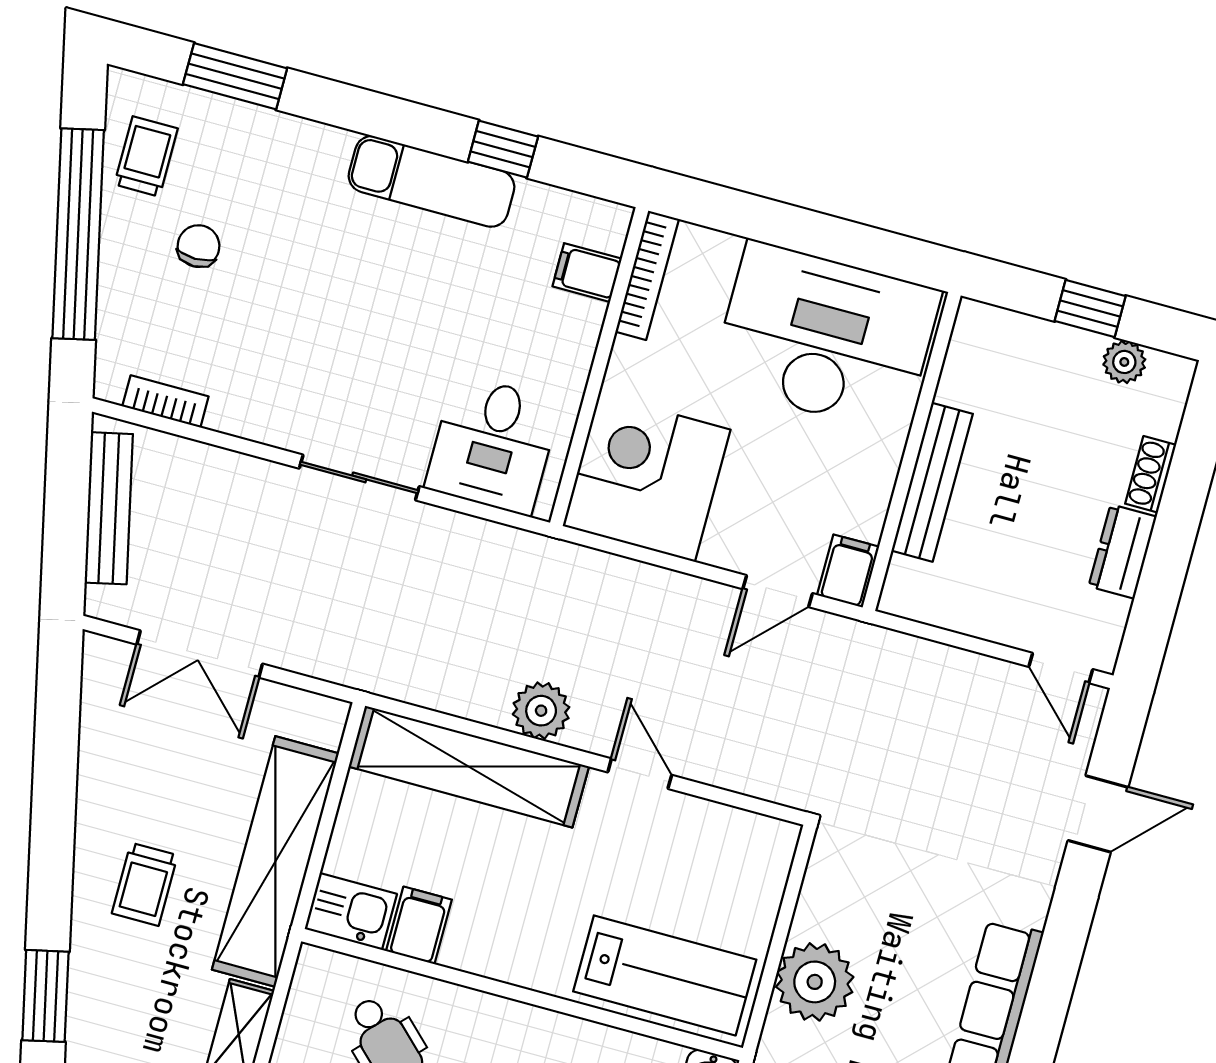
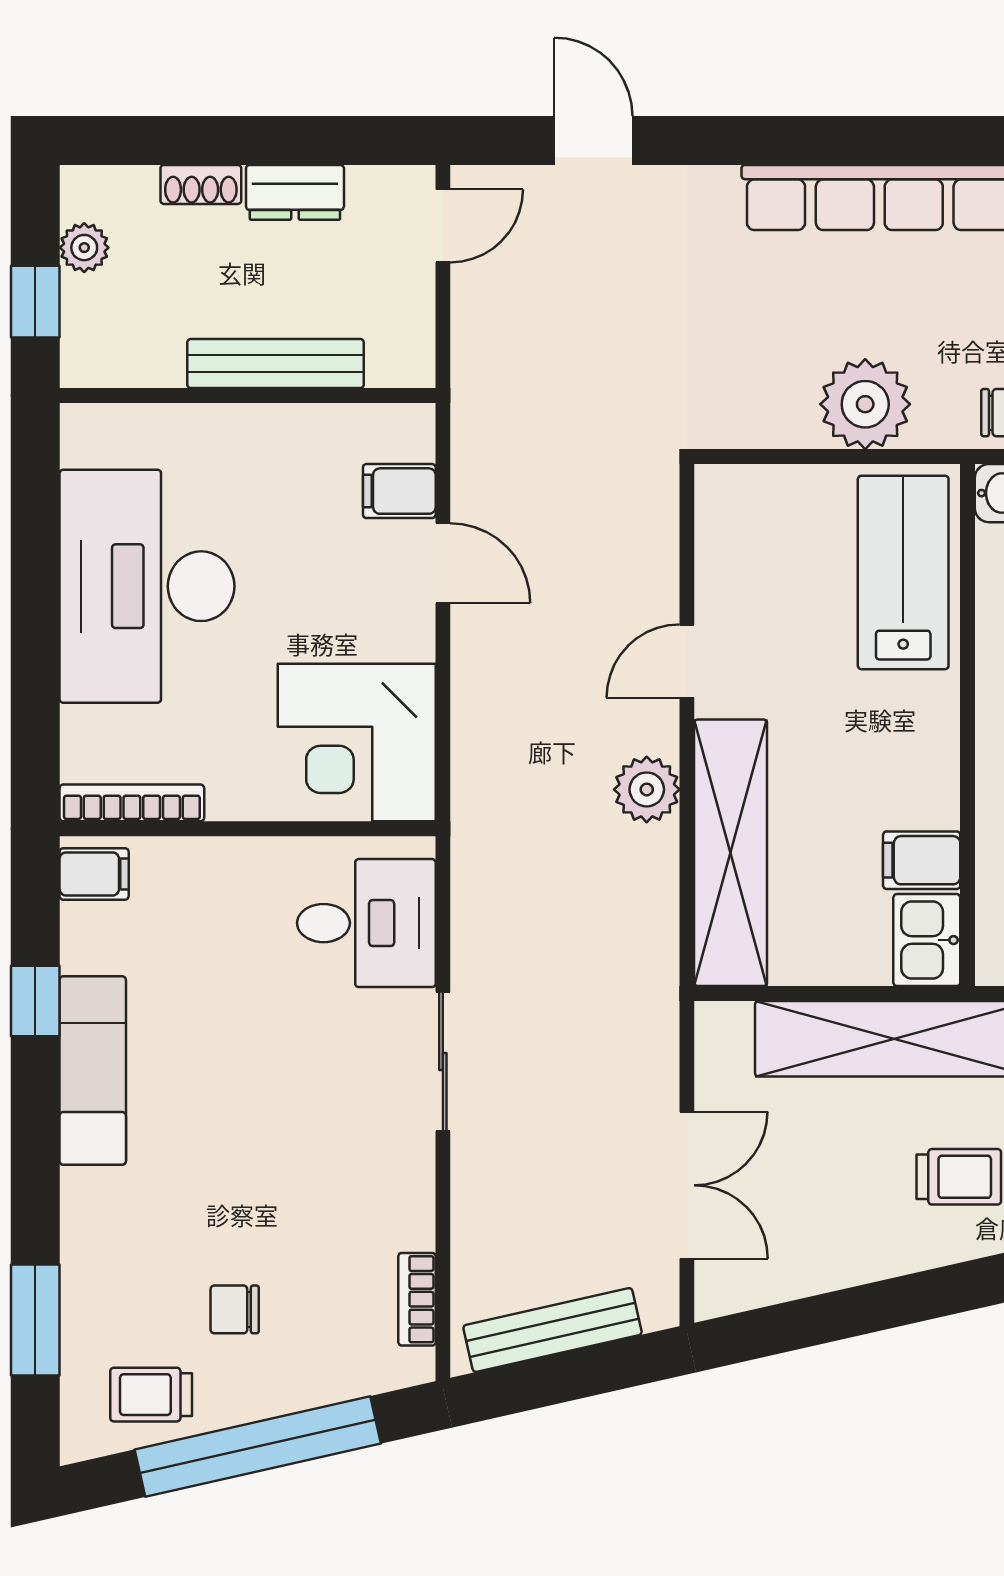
filing cabinet: (587, 273) -> (94, 874), moved, turned -90
wall: (912, 451) -> (248, 396), moved
bench: (932, 482) -> (275, 364), moved

